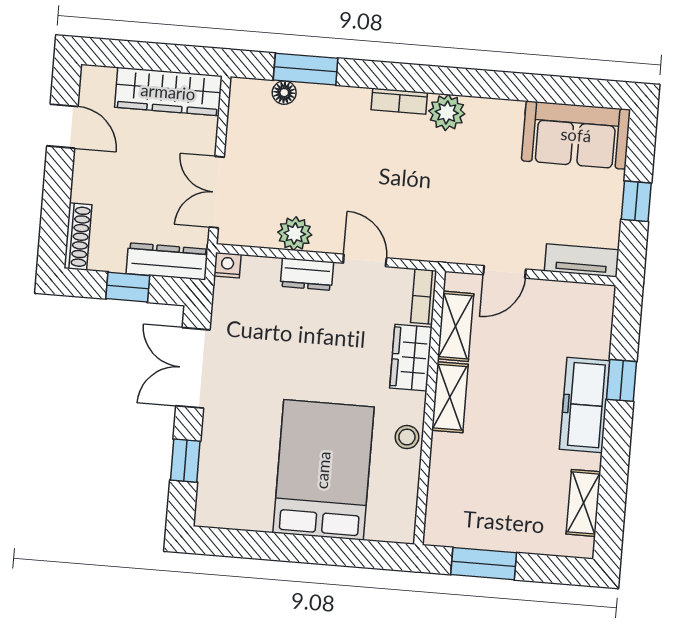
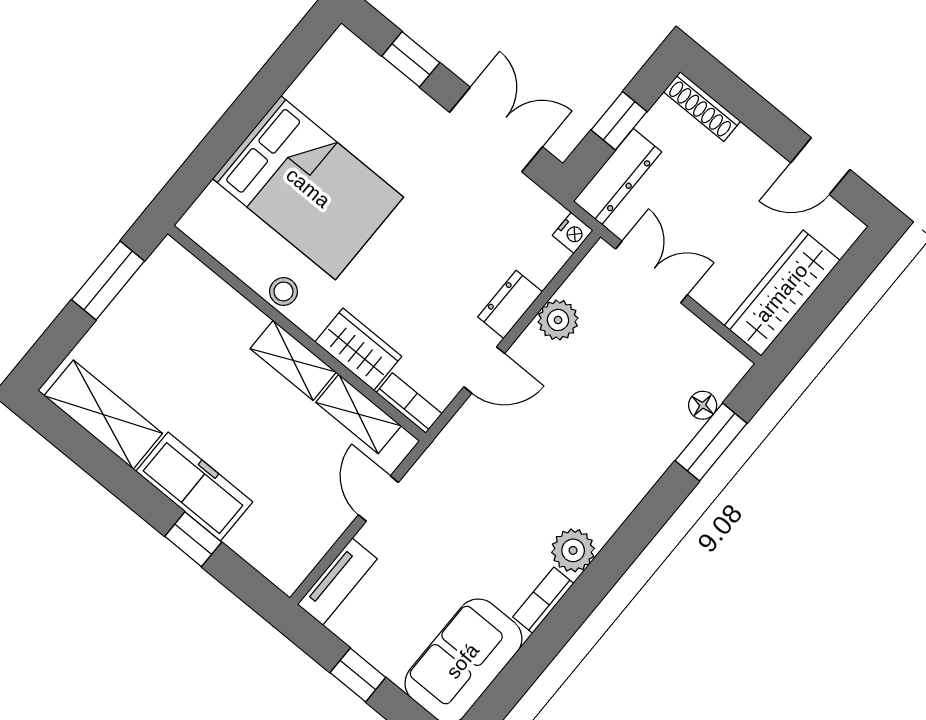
bookcase: (399, 101) -> (543, 600), moved
shelving: (583, 503) -> (103, 415), width x1.50, depth x1.33

